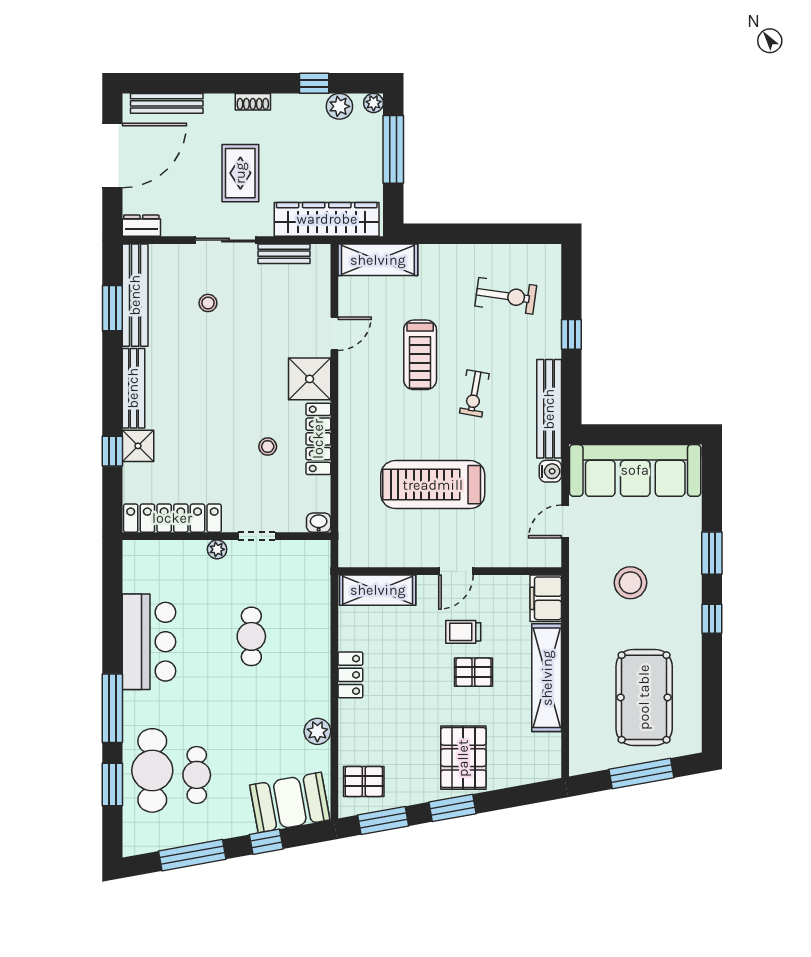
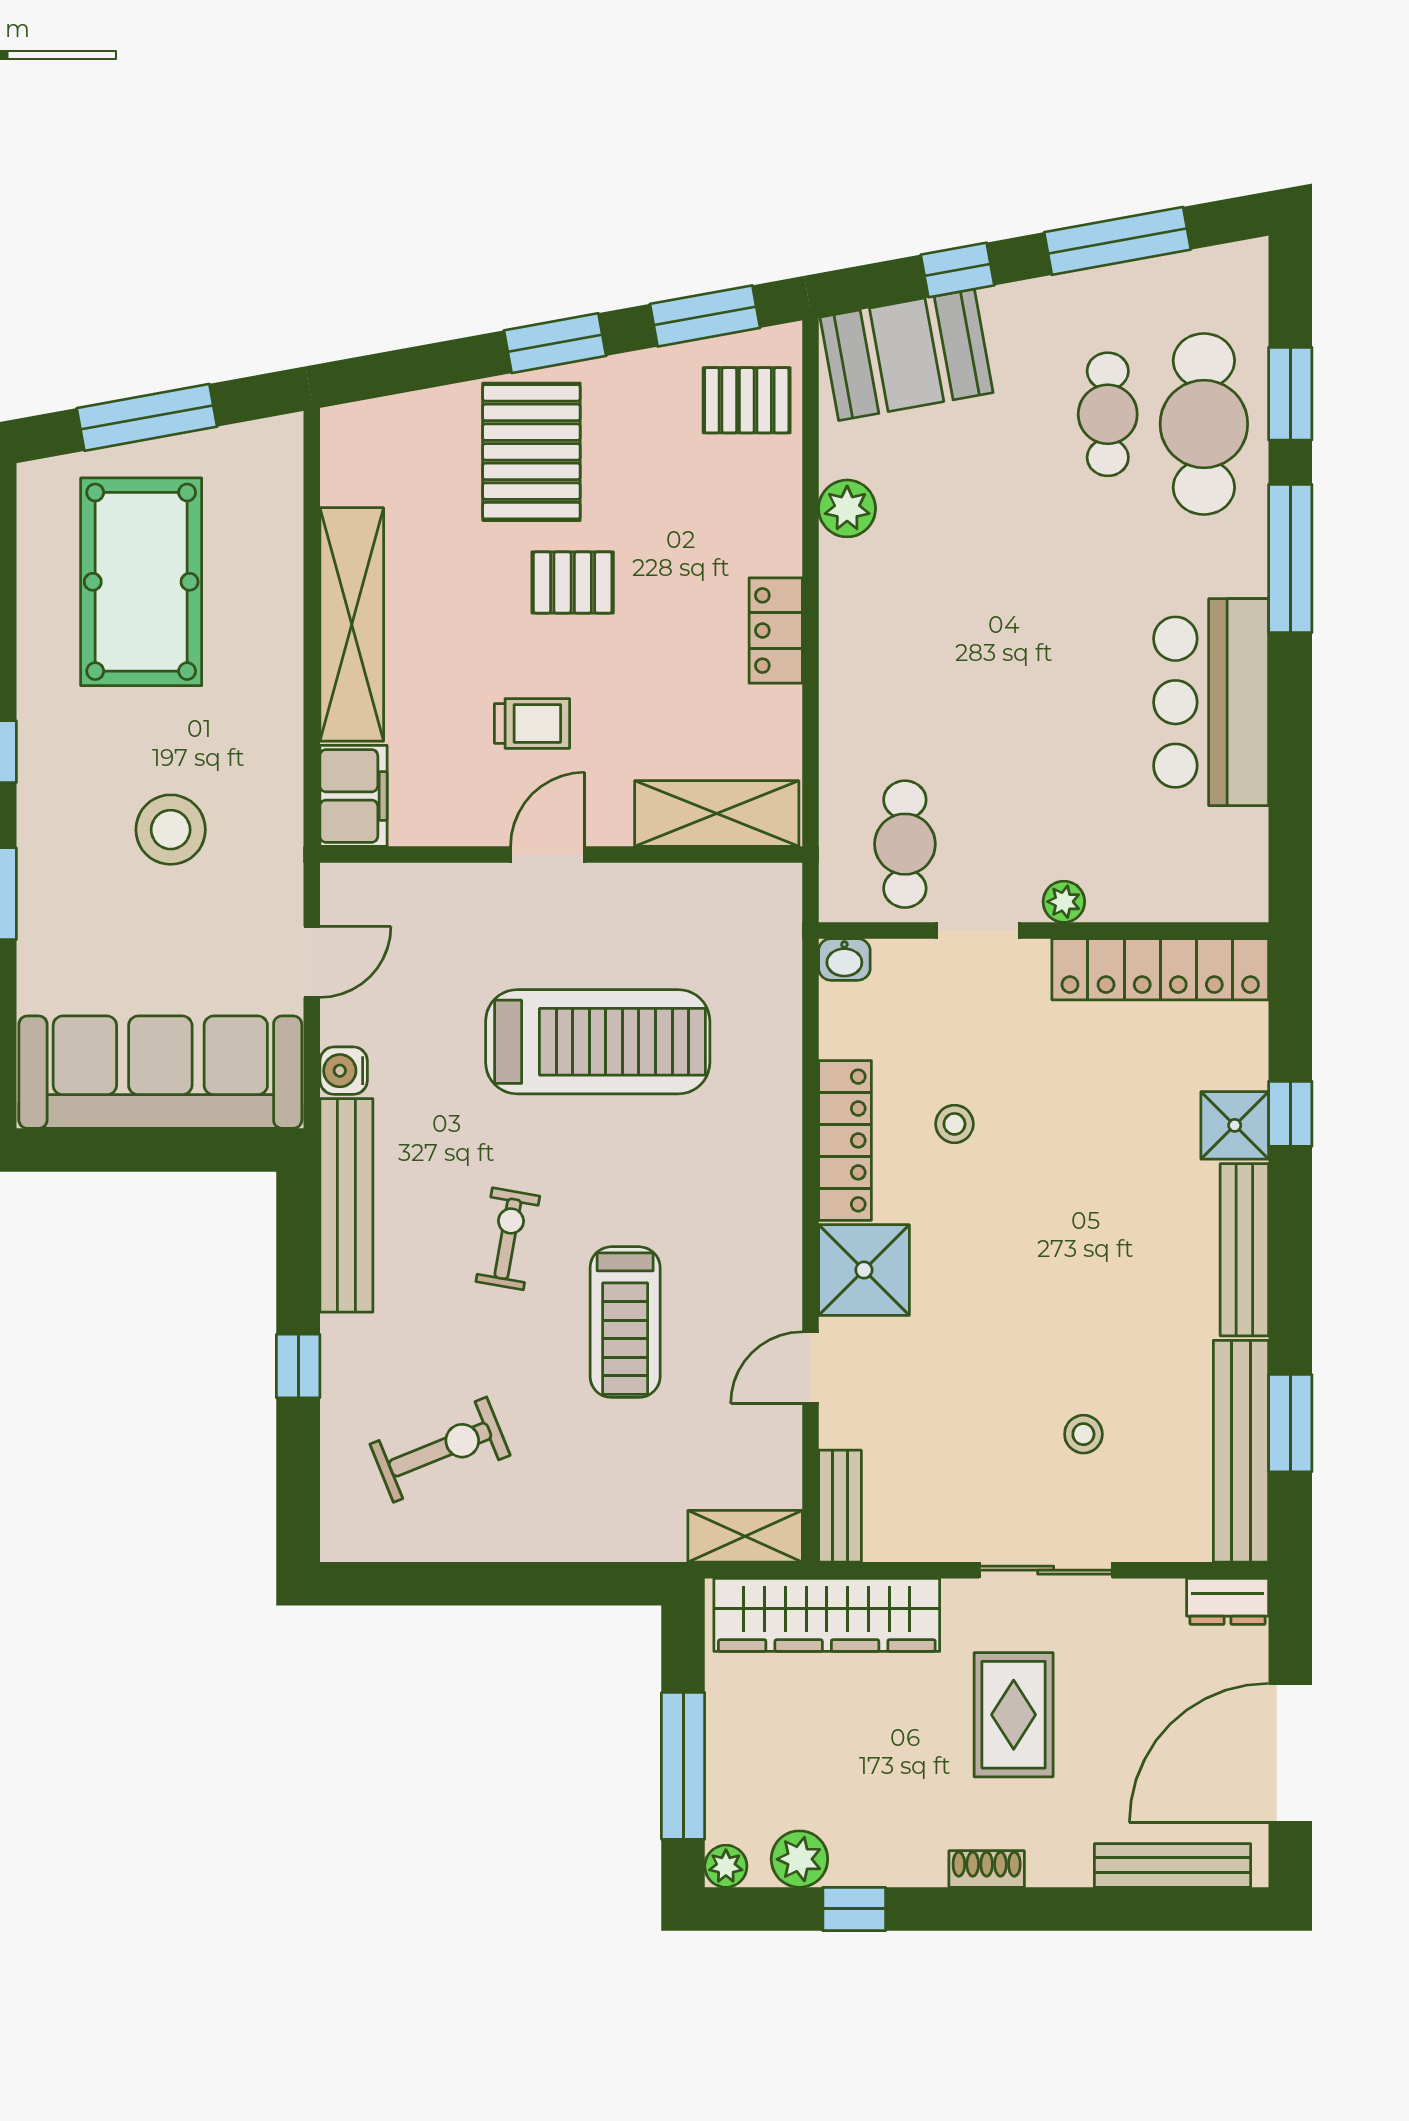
bench: (284, 254) -> (840, 1506), moved, turned 90
shelving: (378, 260) -> (745, 1536), width x0.67, depth x0.75
exercise bike: (506, 296) -> (440, 1450), turned 150
treadmill: (420, 355) -> (625, 1322), turned 180
cafe table: (251, 636) -> (905, 844), moved
pallet: (473, 672) -> (573, 582), moved

